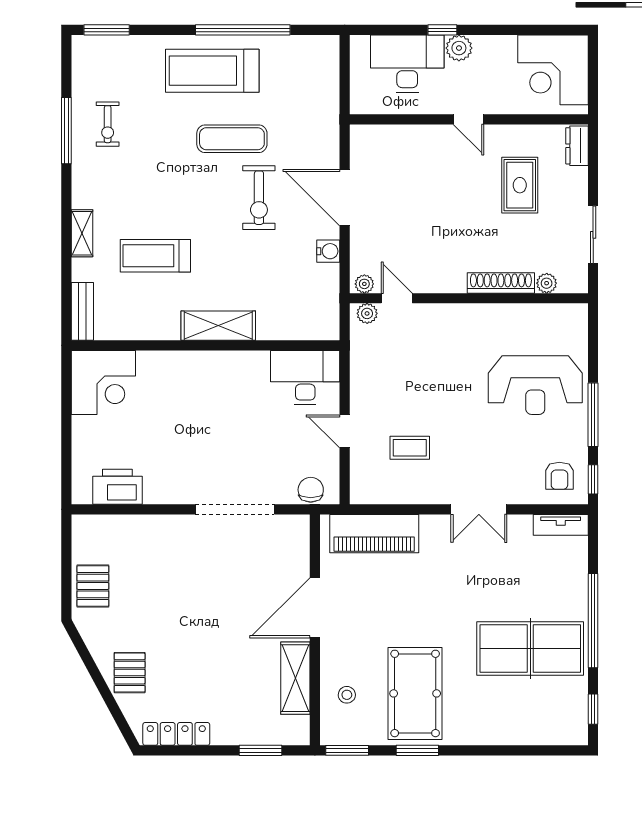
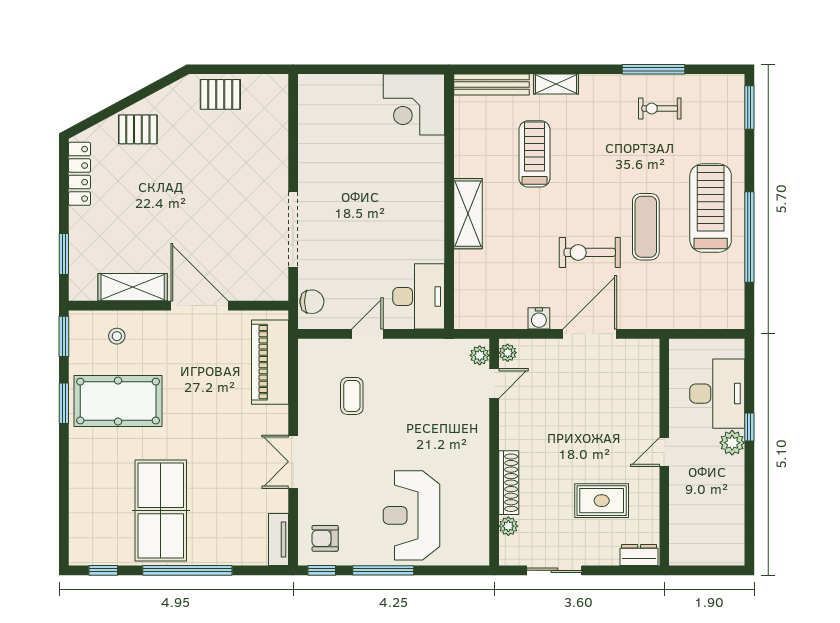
corner desk: (553, 70) -> (711, 532), removed
bench: (82, 311) -> (492, 85), width x1.36
printer: (117, 487) -> (315, 118), removed

